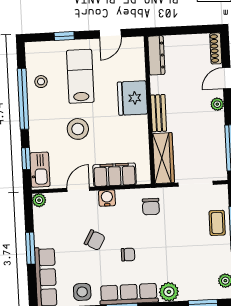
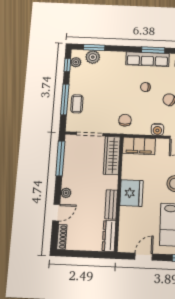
fridge: (132, 98) -> (131, 193), moved
bench: (159, 113) -> (111, 204), moved
filing cabinet: (115, 175) -> (139, 146), moved
plant: (169, 292) -> (93, 57), moved

